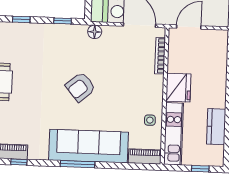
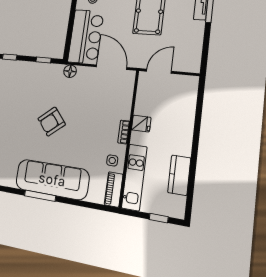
bookcase: (160, 56) -> (124, 132), moved, width x0.64
fridge: (178, 88) -> (141, 124), width x0.53, depth x0.75
piano: (145, 157) -> (114, 189), moved, turned -90

